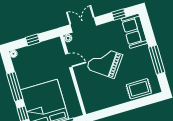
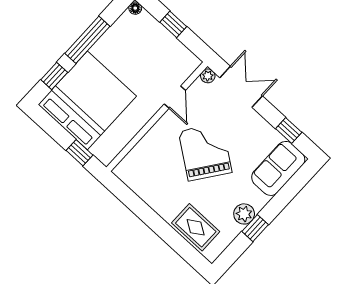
window: (157, 60) -> (255, 228), width x0.46
plant: (147, 61) -> (244, 214), added

